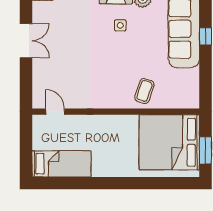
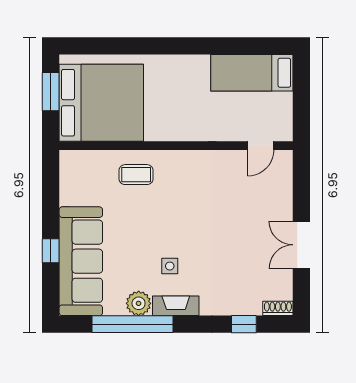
coffee table: (144, 91) -> (136, 175), turned 72
door: (55, 112) -> (261, 146), hinge flipped

